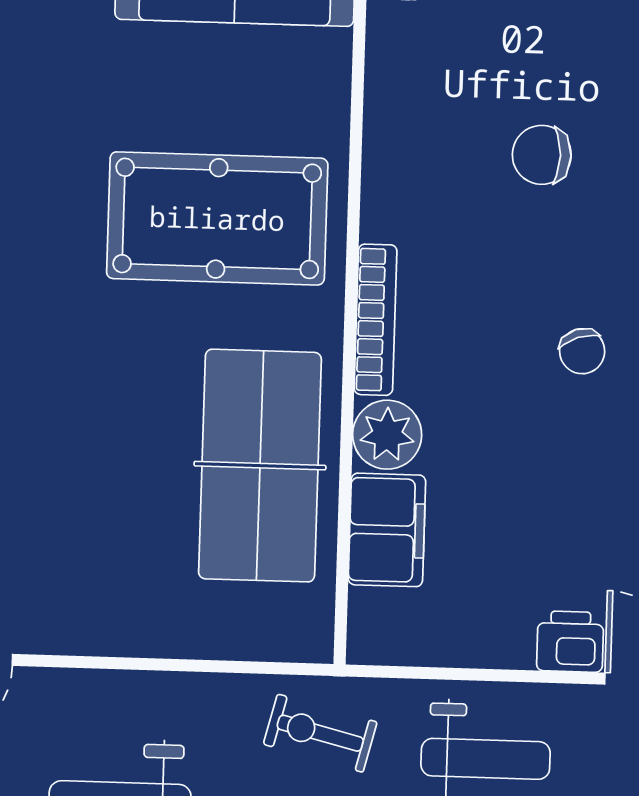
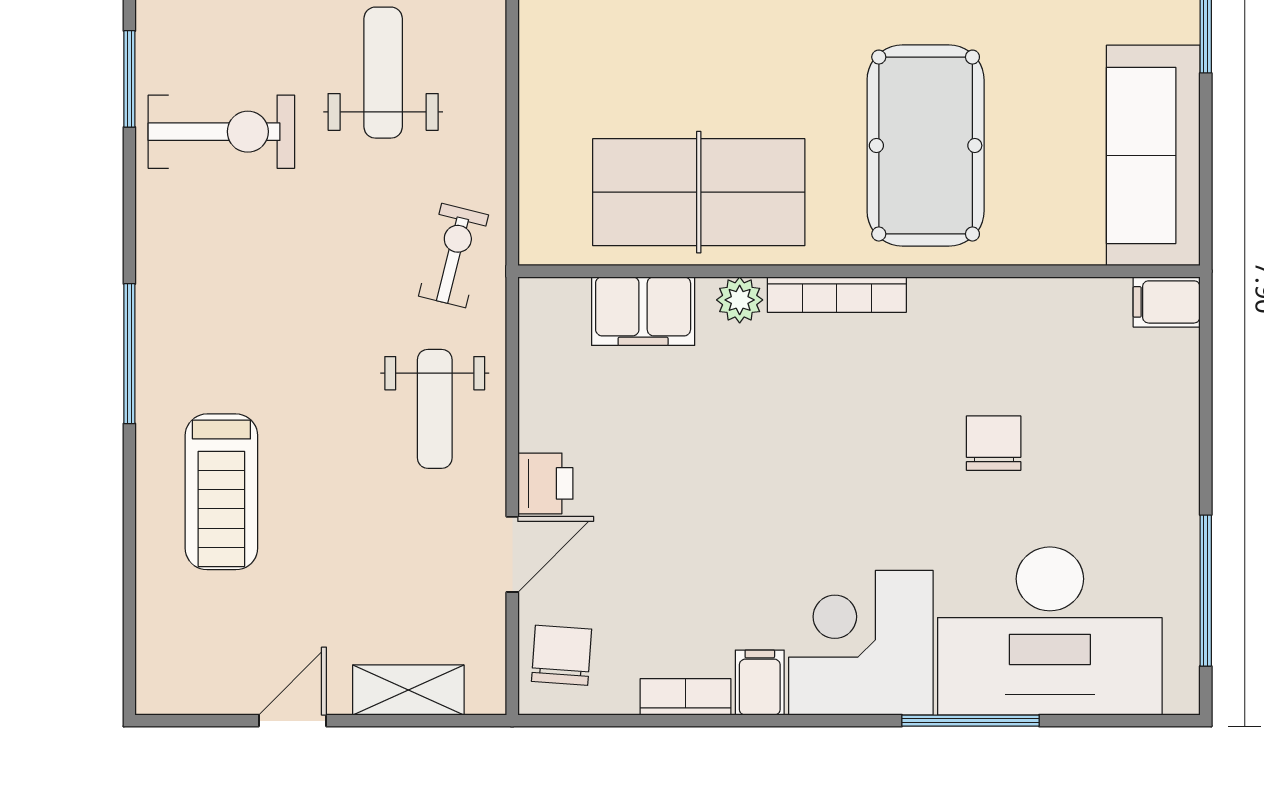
chair: (582, 351) -> (814, 486), removed
plant: (387, 435) -> (740, 300), width x0.73, depth x0.73

